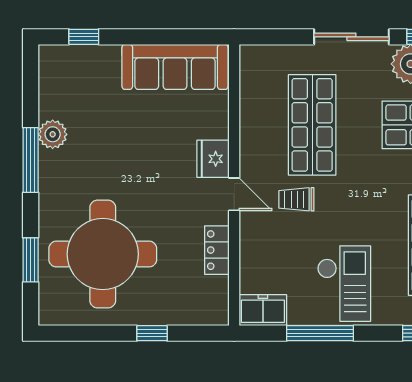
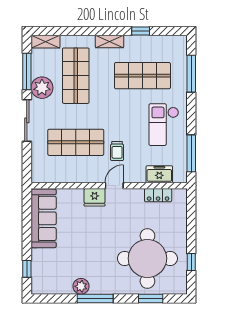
locker: (217, 250) -> (158, 195), moved
checkout: (344, 284) -> (164, 125), turned -90
freezer: (263, 310) -> (159, 174), moved, turned 90
window: (152, 333) -> (191, 262), moved
window: (320, 333) -> (191, 153), moved

